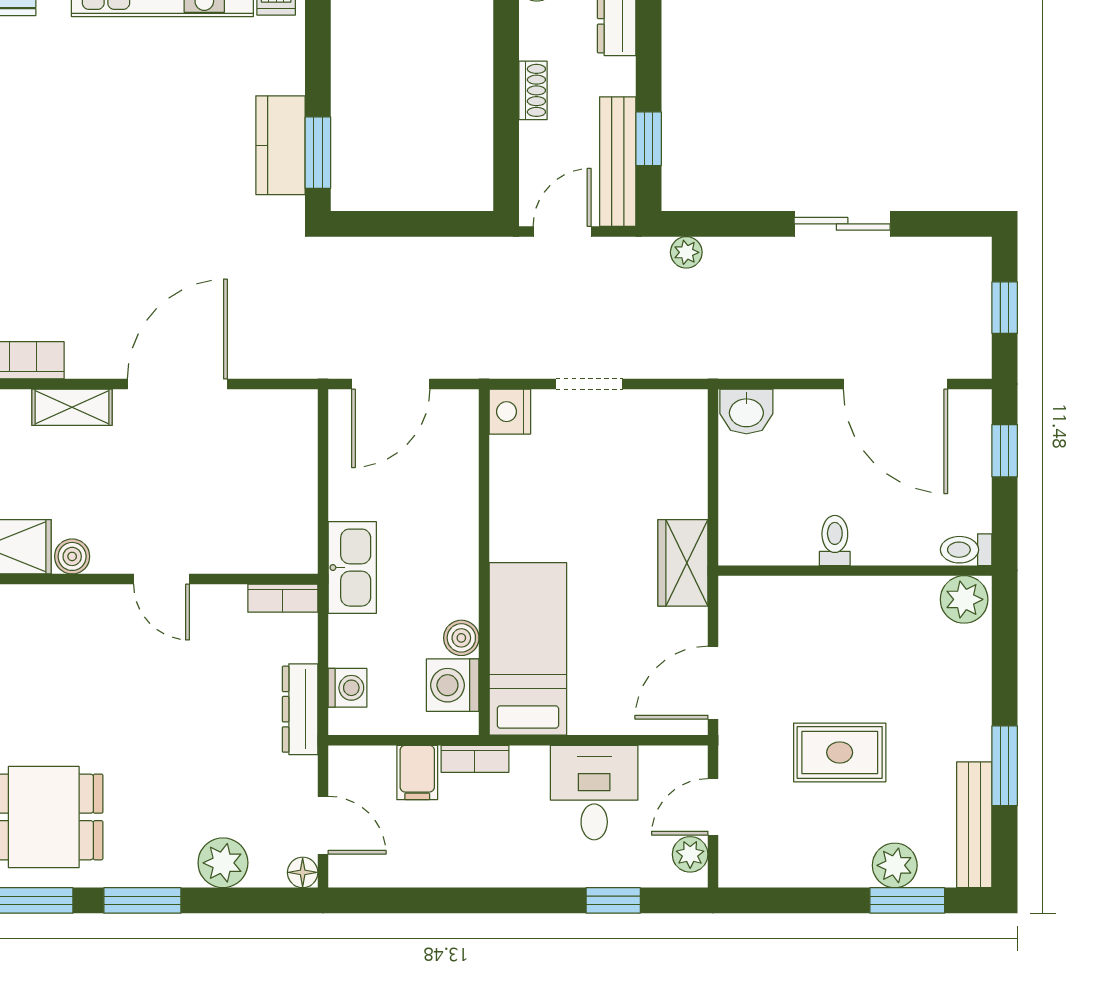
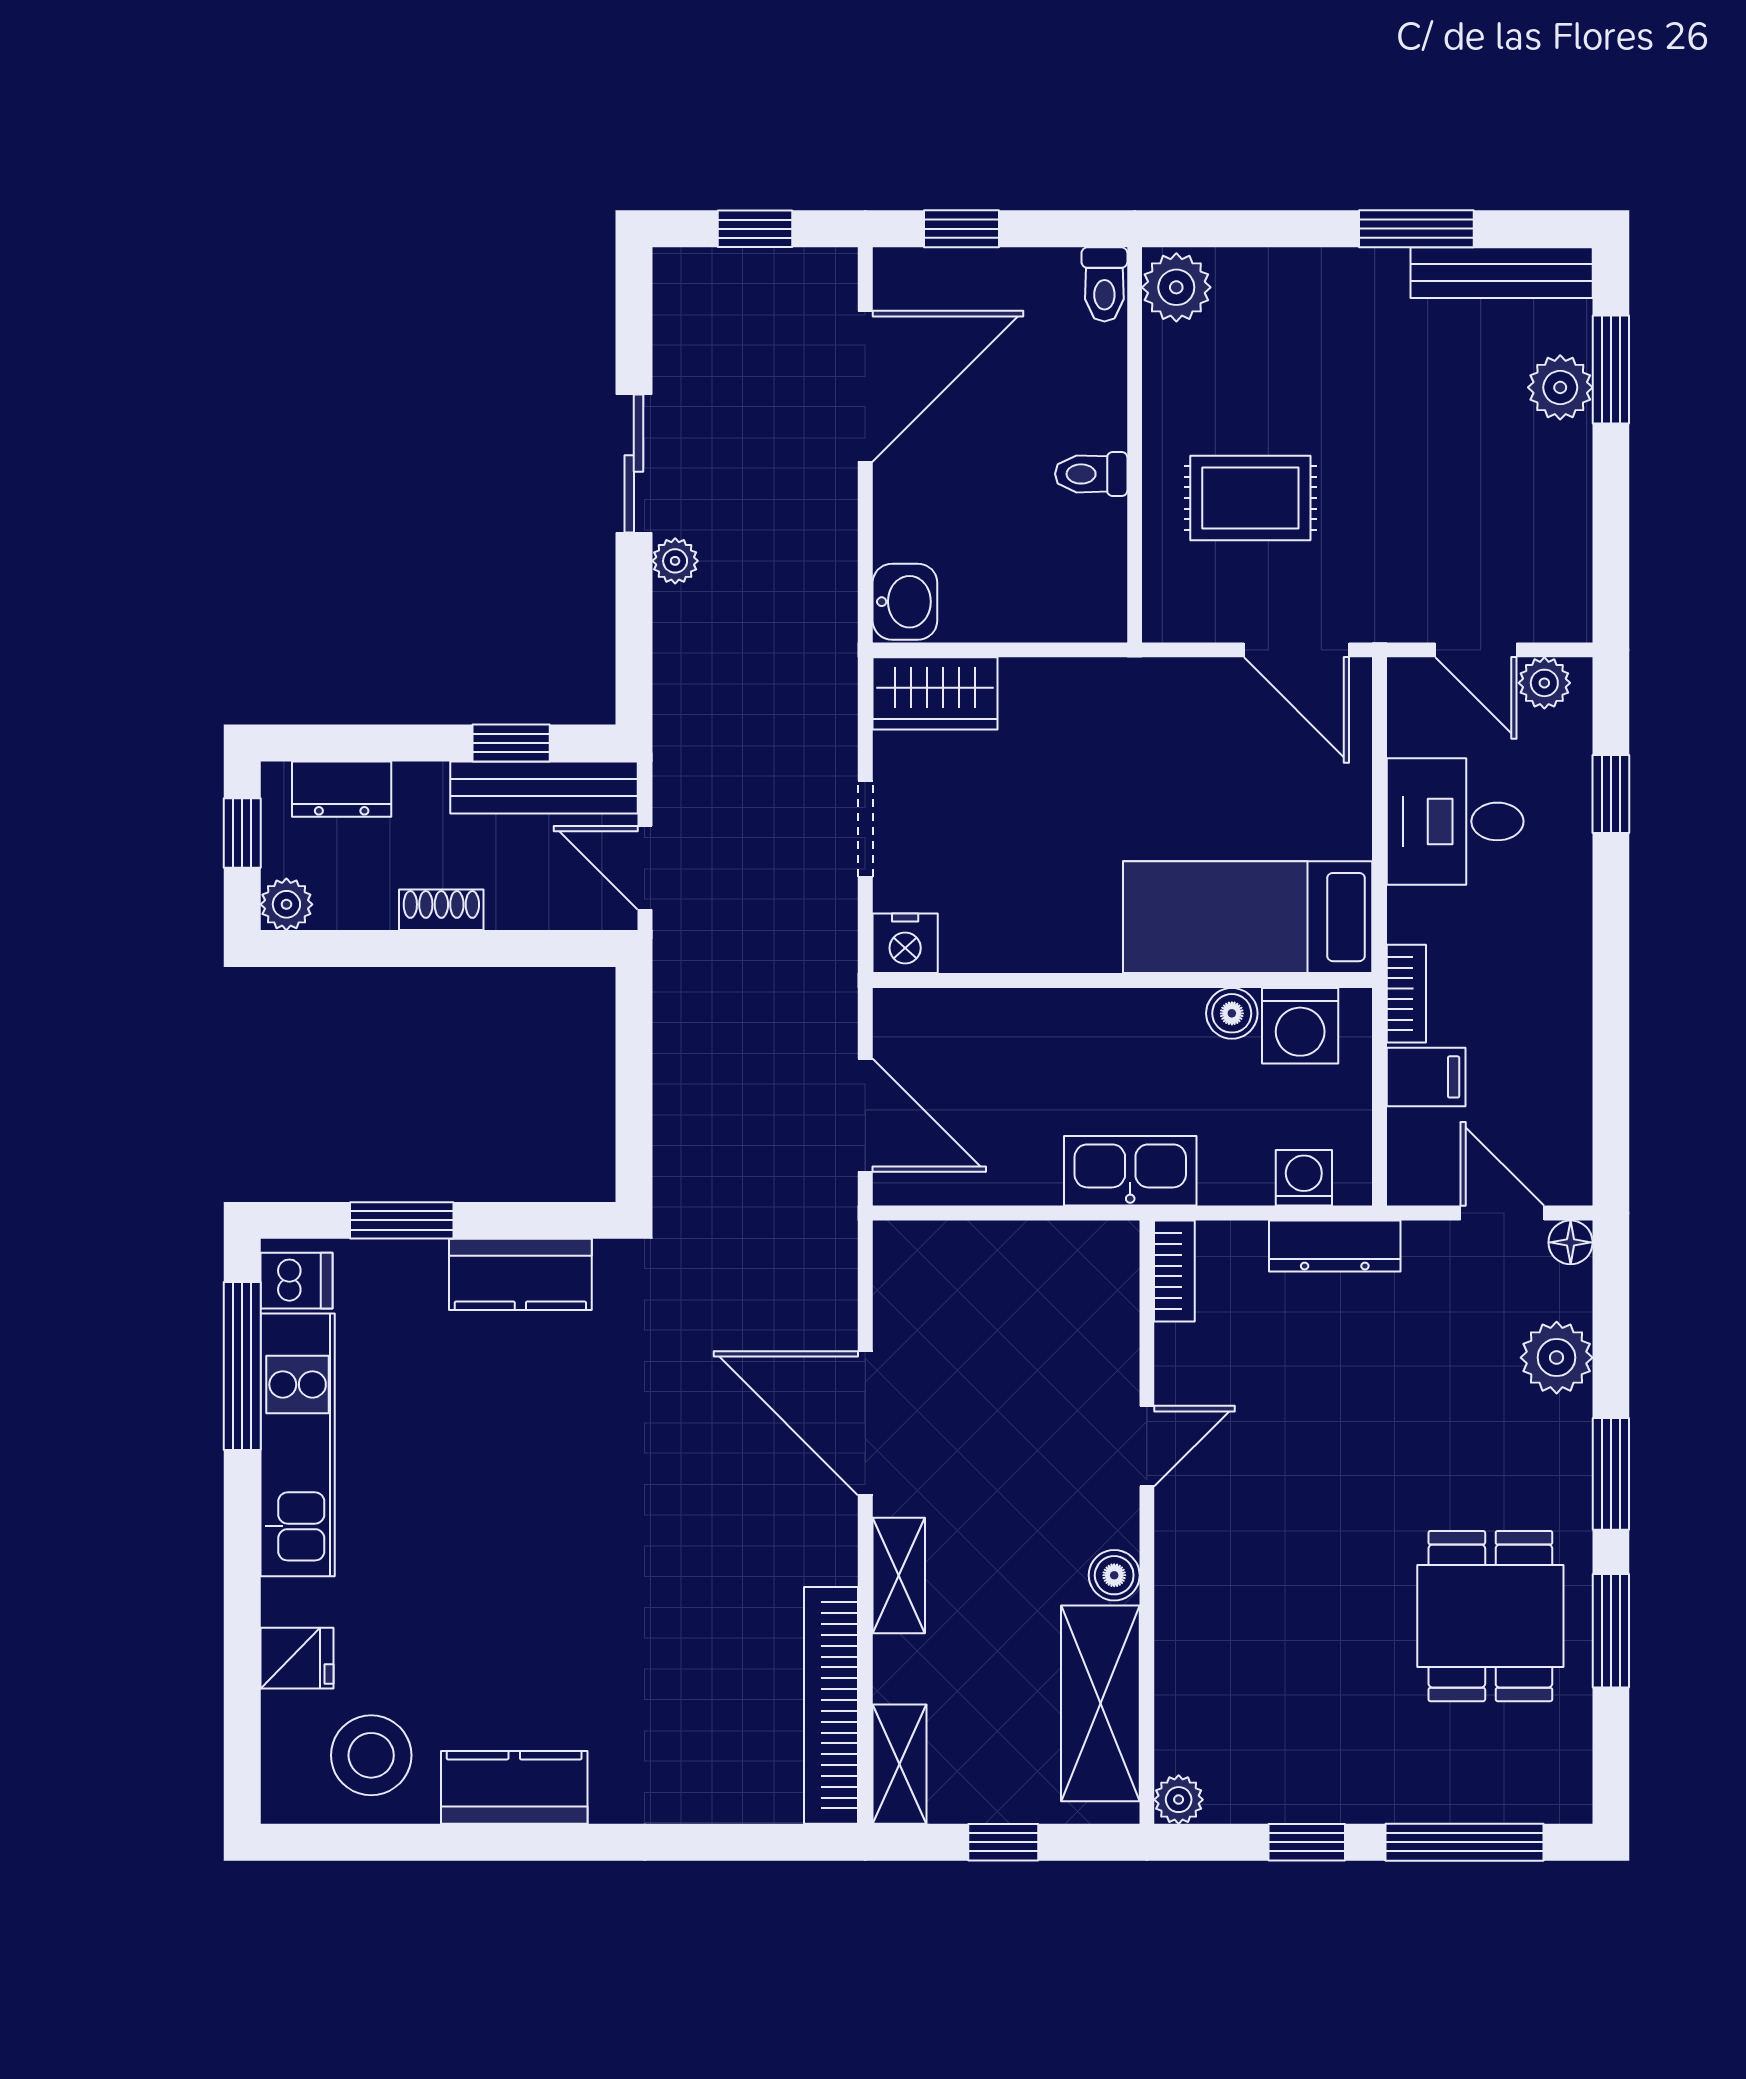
window: (318, 153) -> (402, 1220), moved
plant: (686, 252) -> (675, 561), moved
wardrobe: (683, 563) -> (935, 693), moved
rug: (840, 752) -> (1250, 498), moved, turned 90
door: (323, 825) -> (1502, 1213), hinge flipped

